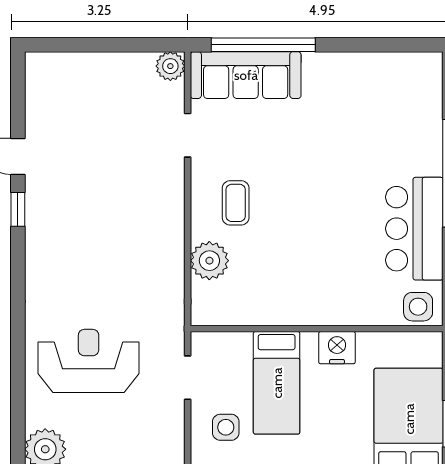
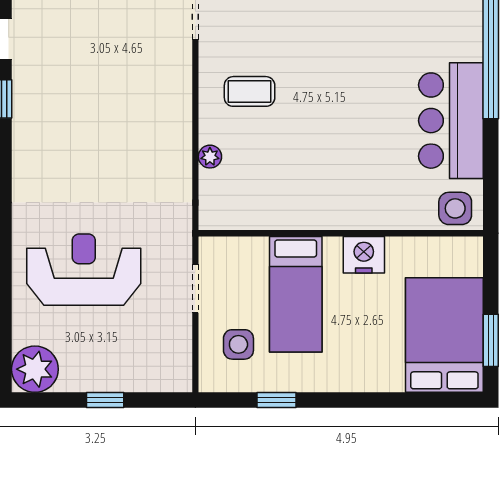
coffee table: (236, 203) -> (250, 91), turned 90
plant: (209, 261) -> (210, 157), width x0.53, depth x0.53

